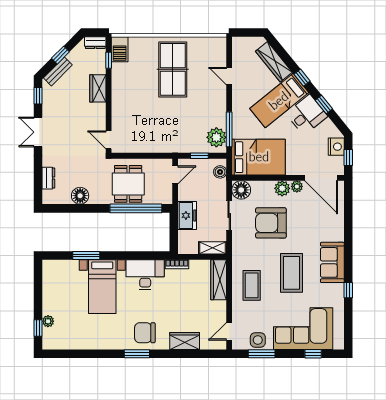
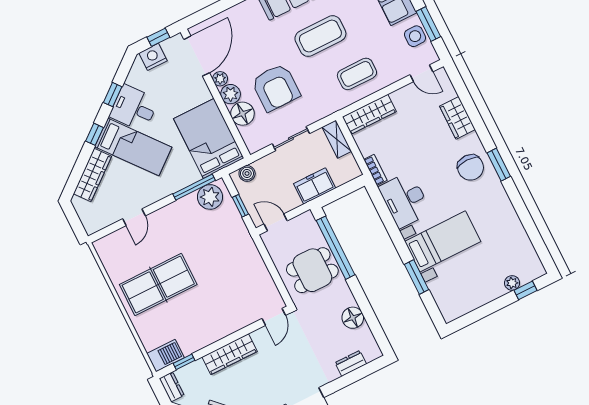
wardrobe: (98, 88) -> (230, 354), width x1.50
floor lamp: (241, 190) -> (242, 114), moved

